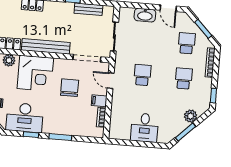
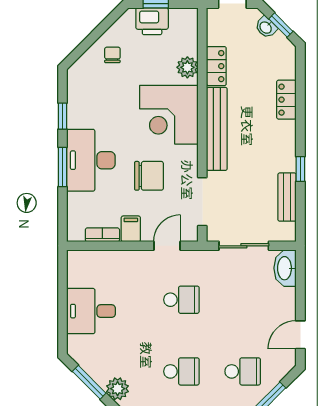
washbasin: (145, 15) -> (285, 268), moved
desk: (25, 118) -> (91, 160), moved

